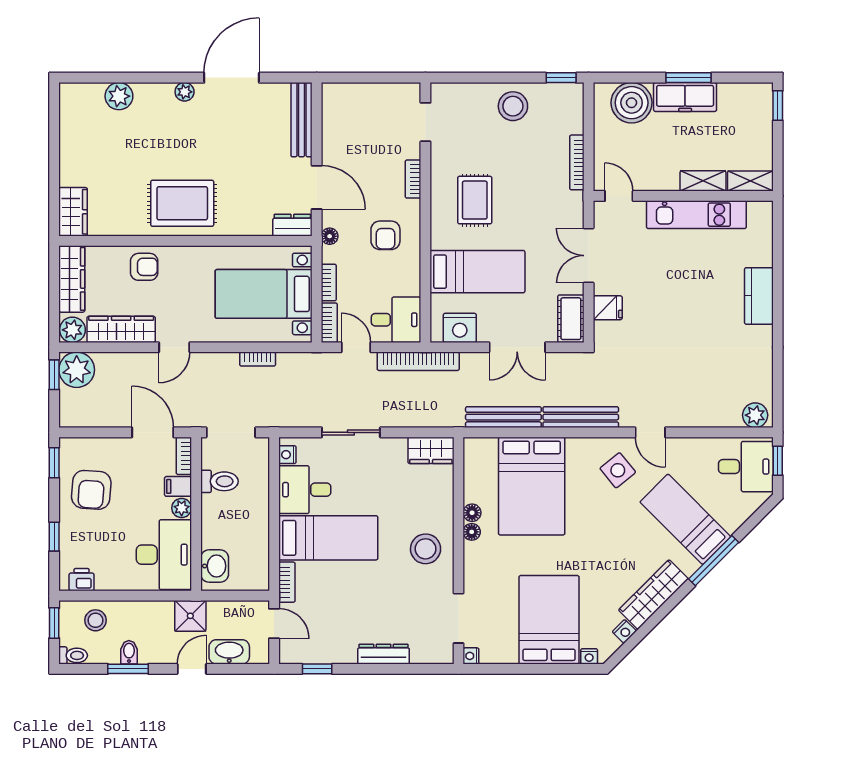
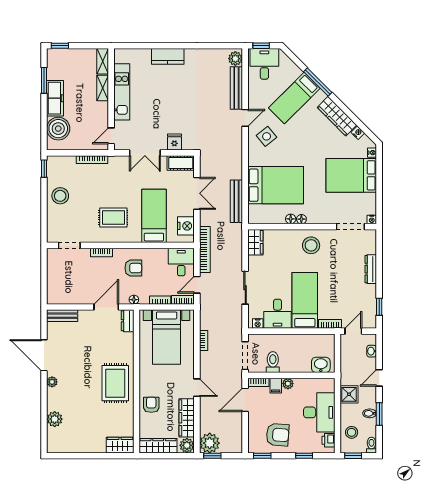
window: (688, 78) -> (44, 80), moved
bench: (301, 120) -> (62, 316), width x0.73
bench: (581, 417) -> (236, 88), moved
desk: (164, 555) -> (319, 412), moved, turned 90
shower: (190, 616) -> (349, 394), moved
washbasin: (229, 652) -> (372, 351), width x0.52, depth x0.69
door: (192, 669) -> (379, 378), hinge flipped

